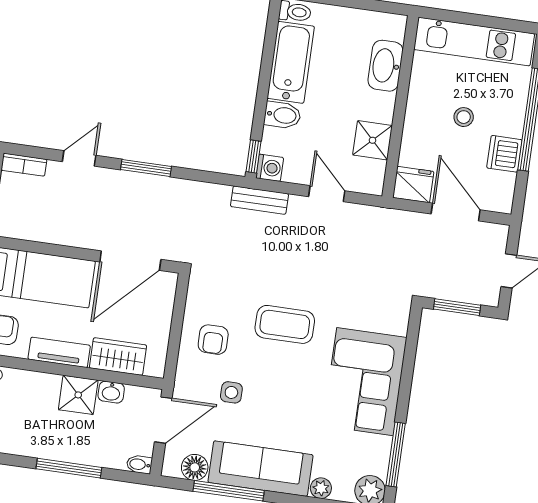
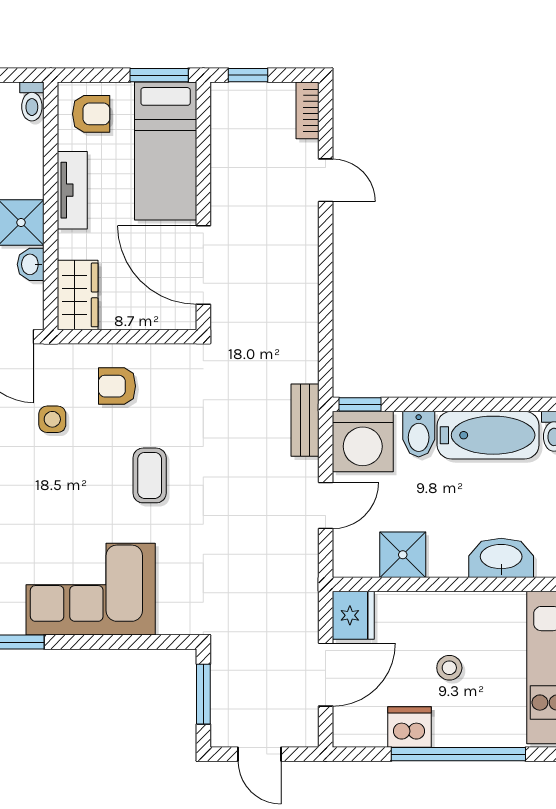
window: (146, 168) -> (326, 268), removed
washing machine: (270, 168) -> (363, 442), width x1.89, depth x1.89
coffee table: (285, 324) -> (150, 475), width x0.73, depth x0.77
wardrobe: (118, 357) -> (78, 295), moved

